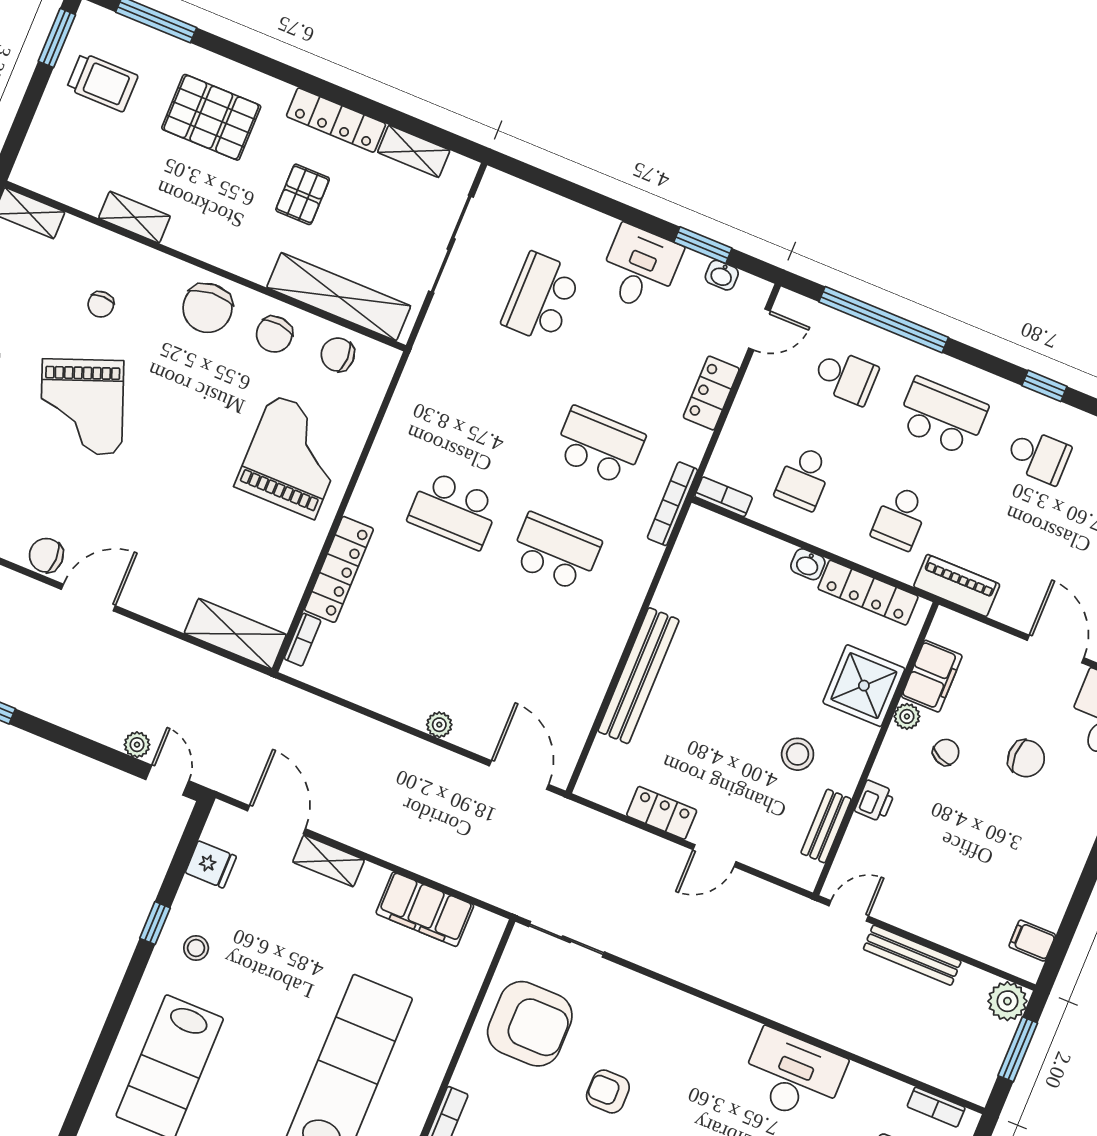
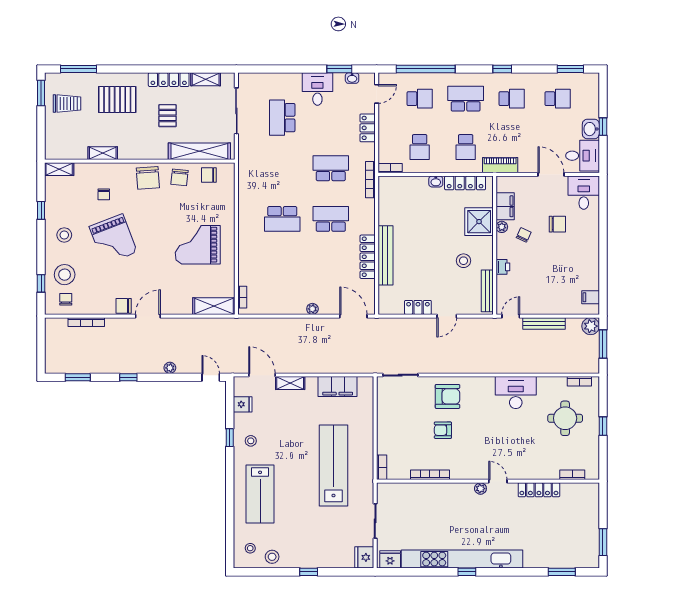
grand piano: (293, 456) -> (198, 245), moved, turned -90
locker: (339, 569) -> (368, 257), moved, turned 180
plant: (137, 745) -> (170, 368), moved
bench: (826, 826) -> (487, 291), width x1.36
armchair: (530, 1024) -> (447, 396), moved, width x0.73, depth x0.73

